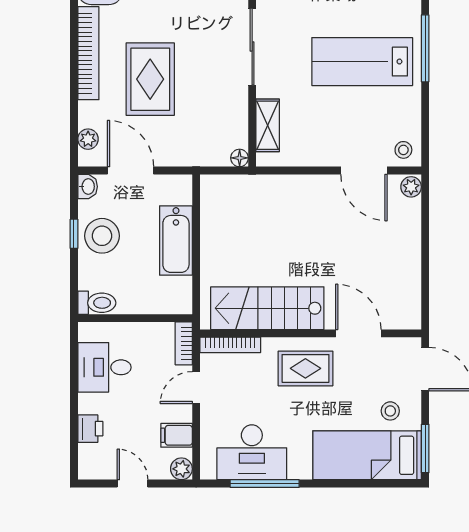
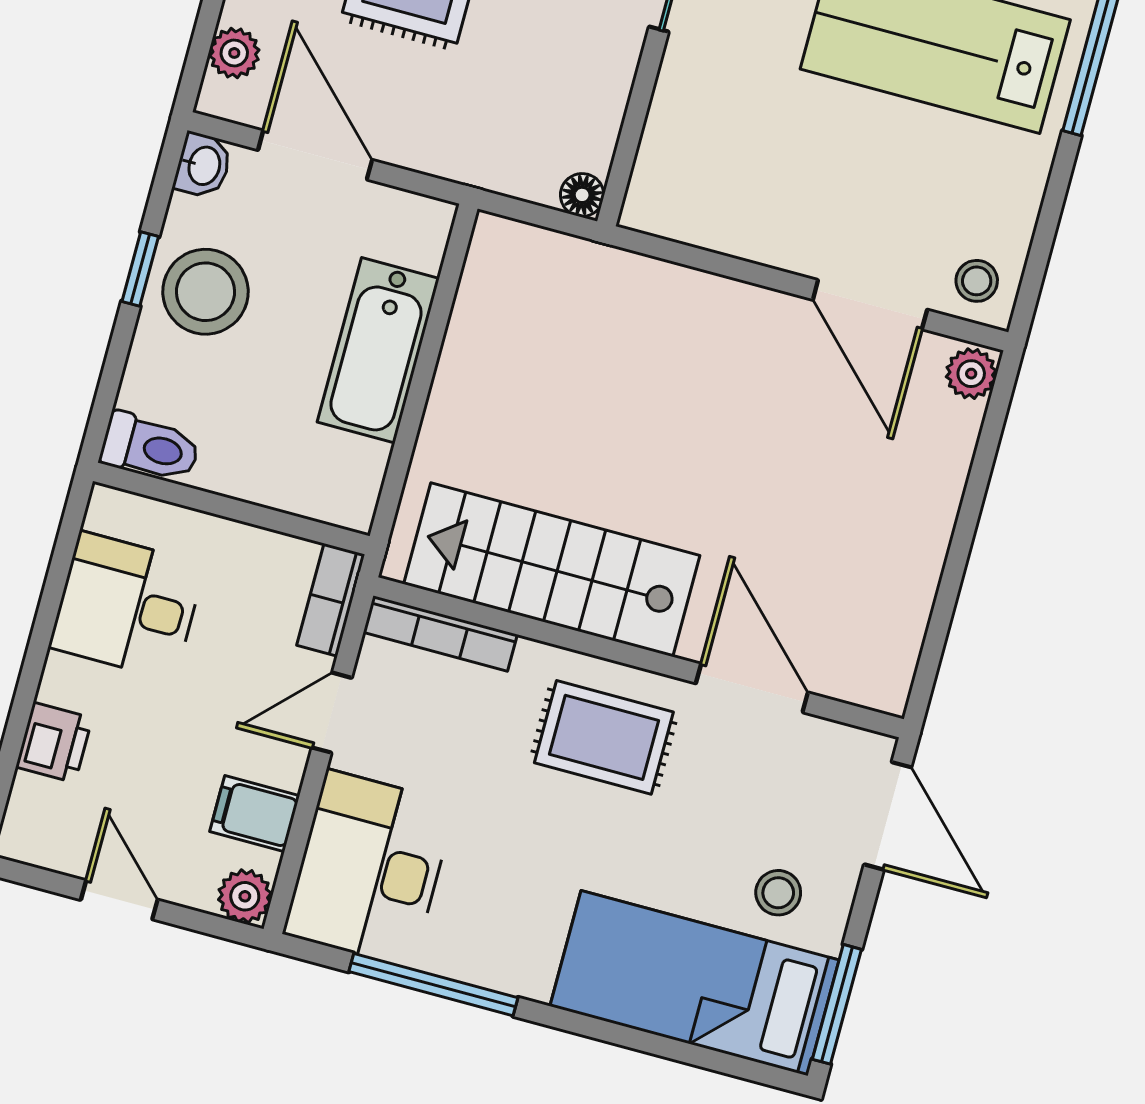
shelving: (268, 125) -> (670, 136), removed
desk: (252, 452) -> (369, 869), moved, turned 90

